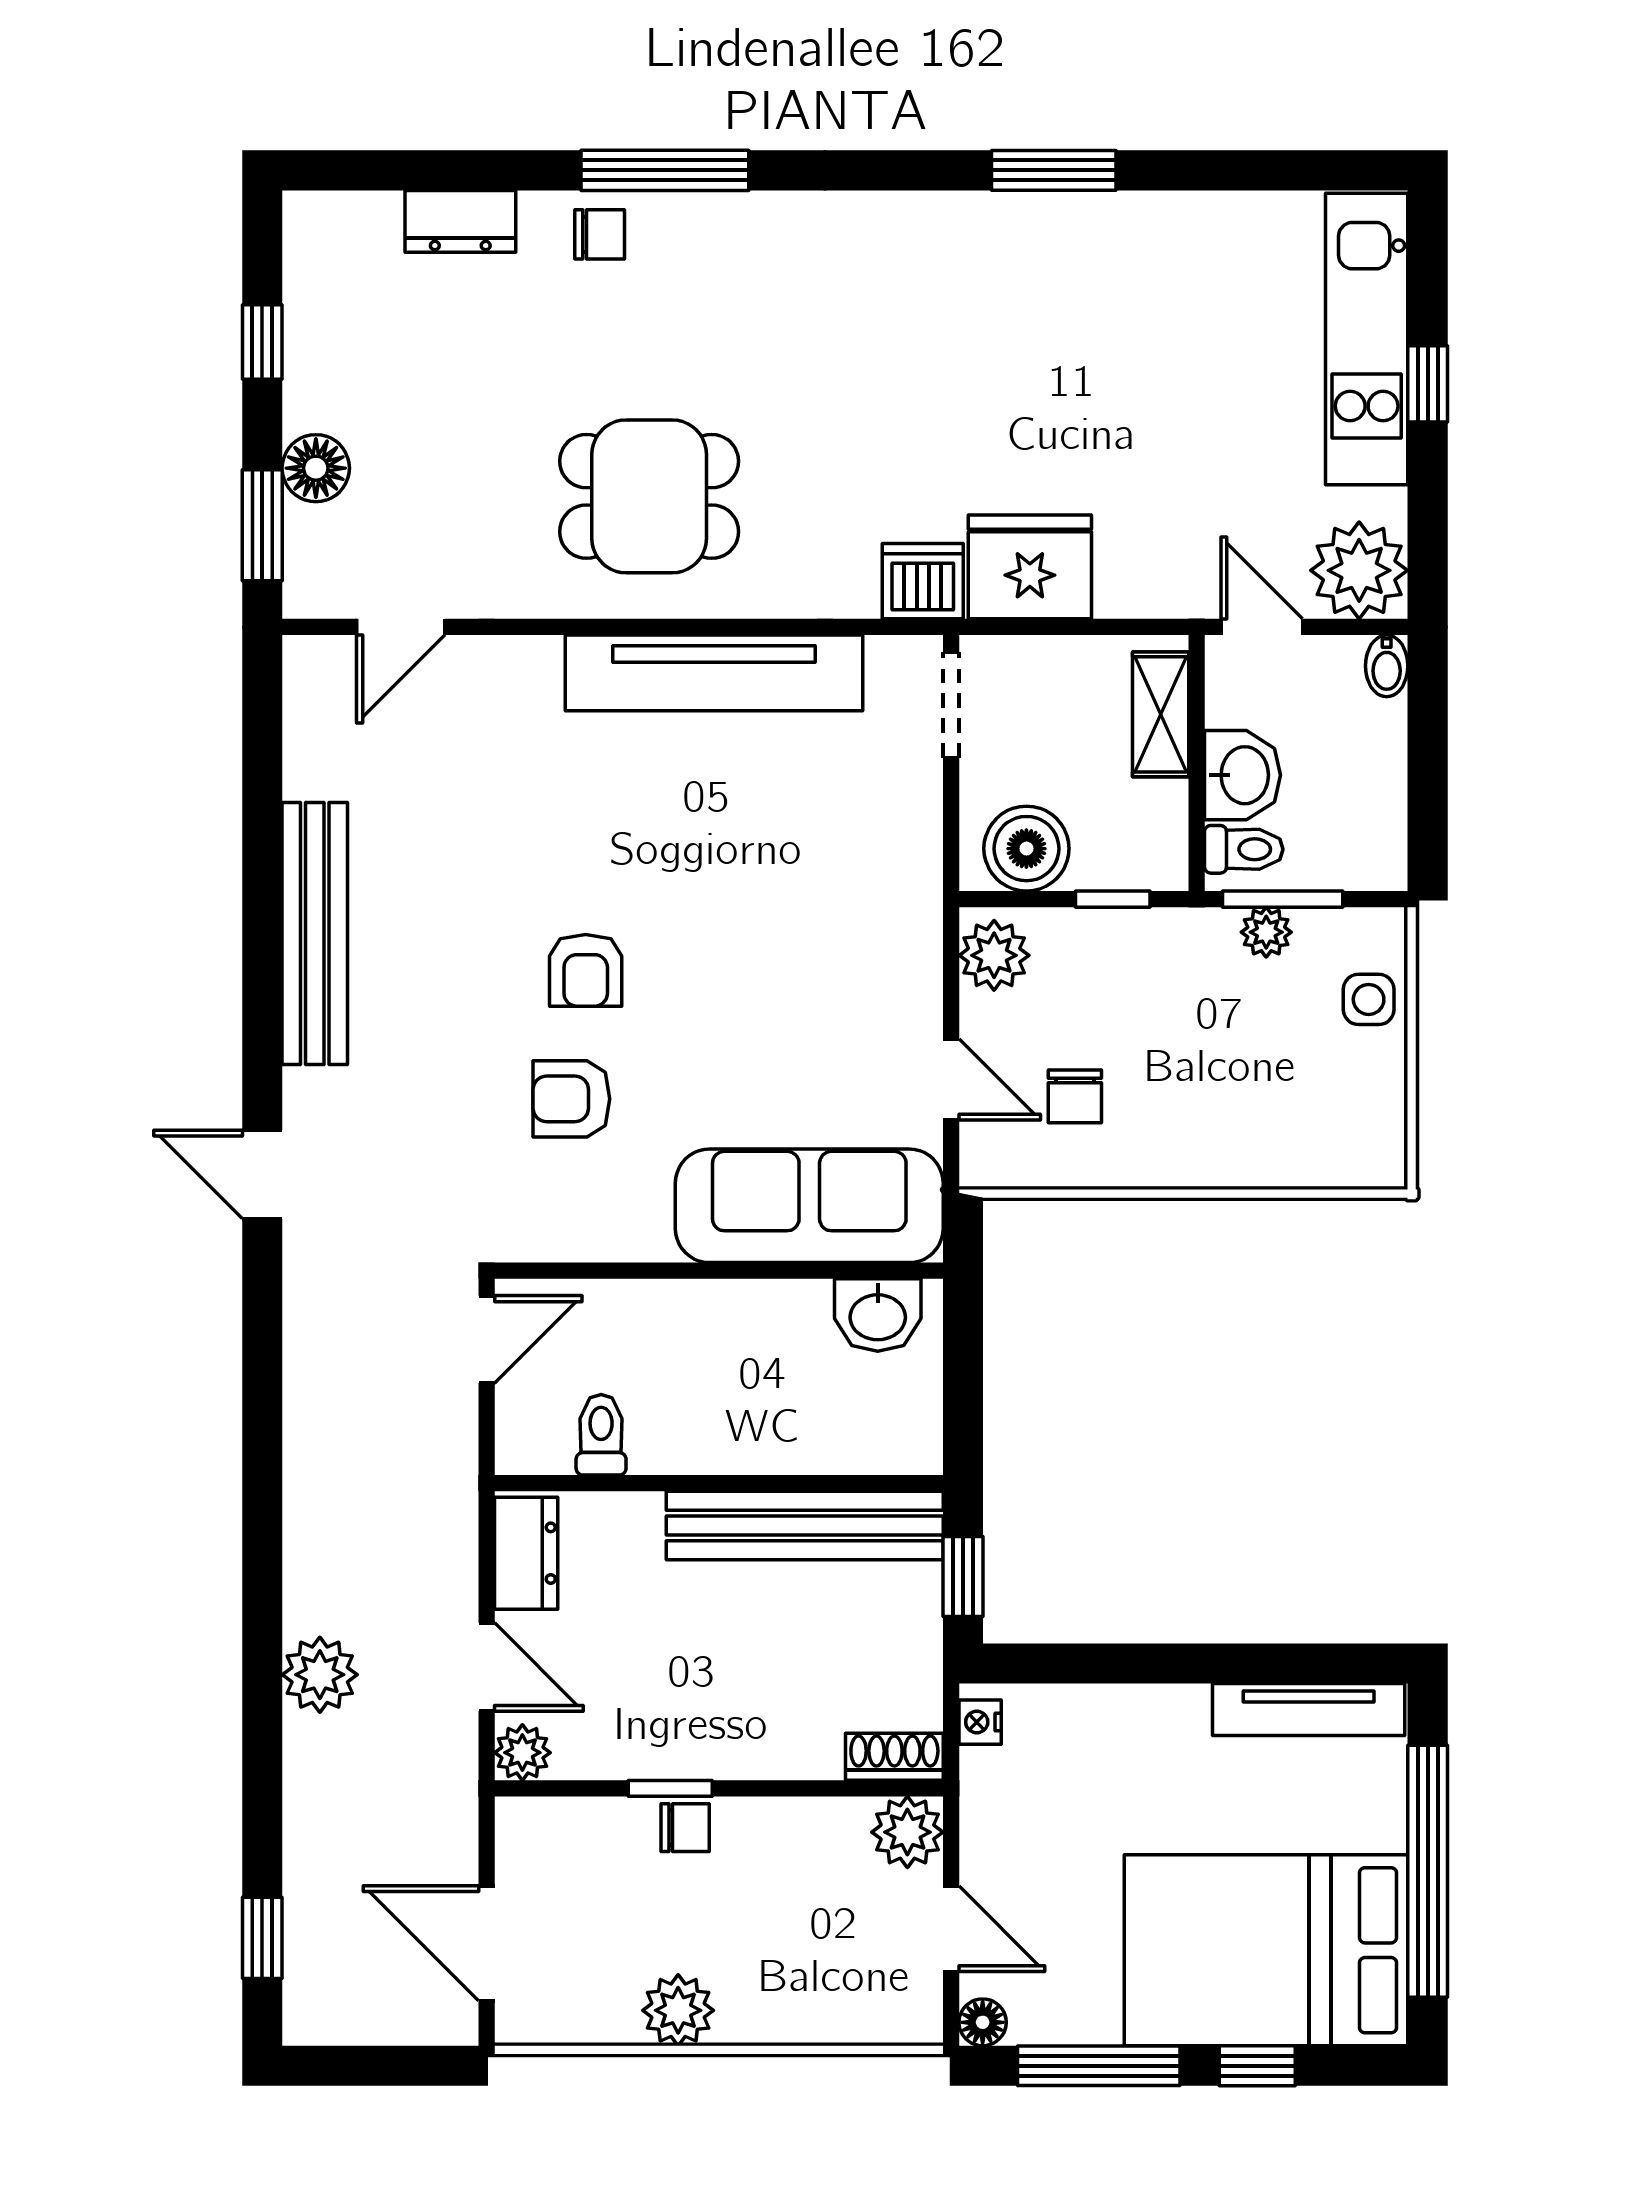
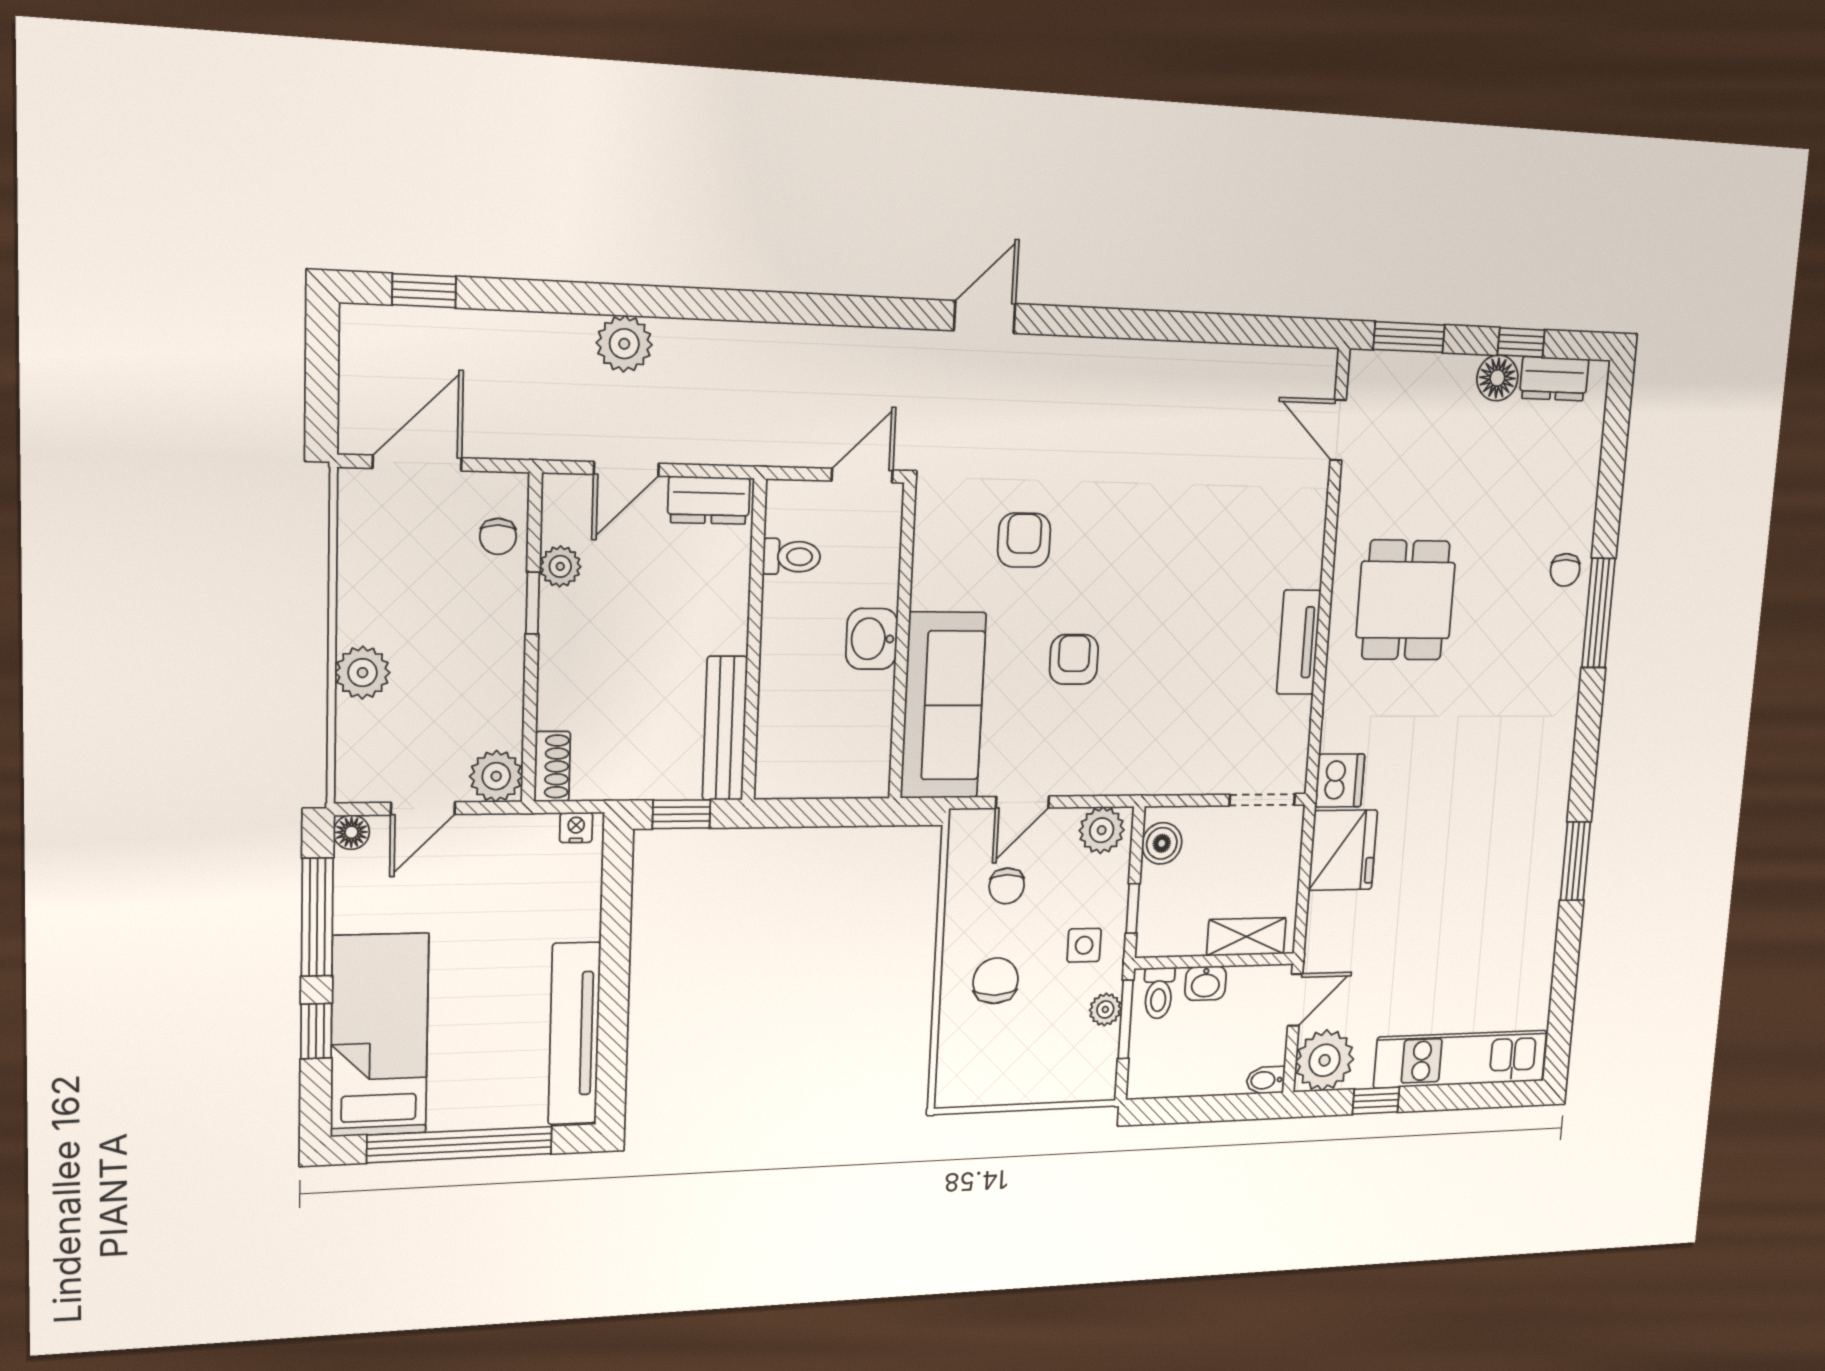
dresser: (460, 221) -> (1554, 379), moved, turned -90
window: (1428, 384) -> (1376, 1101), moved
floor lamp: (316, 468) -> (1497, 378), moved
tv unit: (714, 673) -> (1299, 642), width x0.52, depth x0.78
washbasin: (1243, 775) -> (1206, 983), width x0.72, depth x0.69
boiler: (1026, 849) -> (1162, 843), width x0.73, depth x0.73
bench: (315, 934) -> (1145, 362), removed
armchair: (586, 970) -> (1074, 659), moved, turned 90
side table: (1369, 999) -> (1084, 945), moved
chair: (1075, 1096) -> (1007, 886), turned -90
chair: (1217, 1105) -> (996, 981), added
washbasin: (878, 1315) -> (872, 639), moved
door: (487, 1339) -> (862, 476), swing flipped
bench: (805, 1525) -> (725, 728), width x0.73, depth x0.82
tv unit: (1309, 1710) -> (574, 1034), width x1.36, depth x1.29
plant: (522, 1753) -> (560, 566), moved
chair: (685, 1828) -> (498, 536), moved
bed: (1266, 1950) -> (379, 1035), width x0.67
plant: (678, 2010) -> (363, 673), moved

